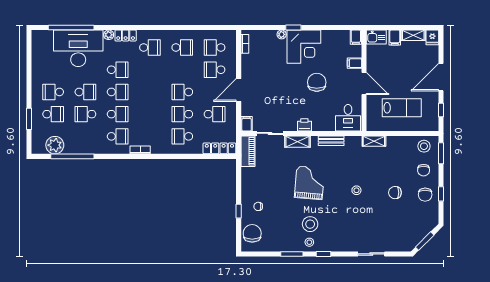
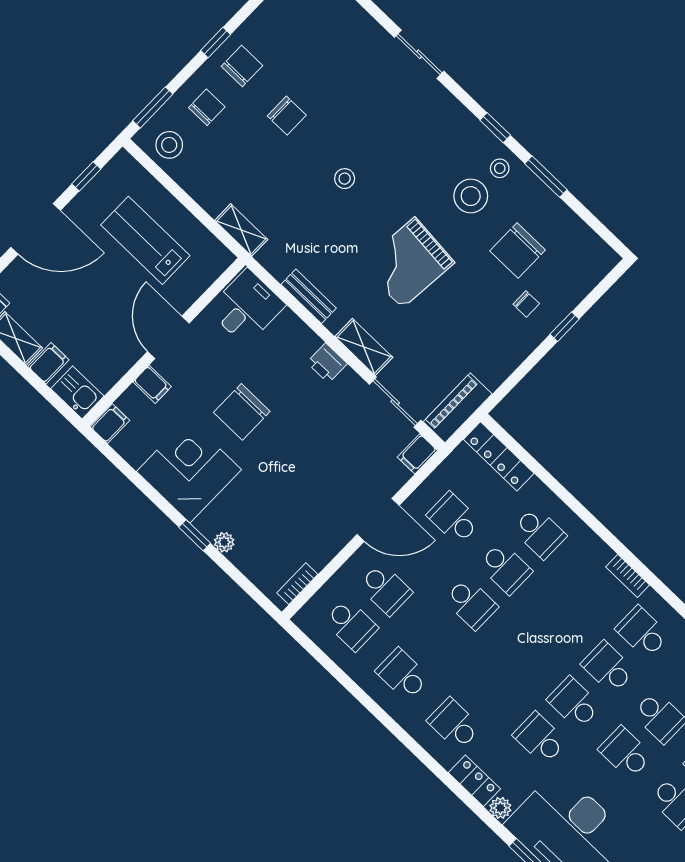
corner desk: (304, 47) -> (189, 471), moved
chair: (252, 233) -> (518, 250), moved

